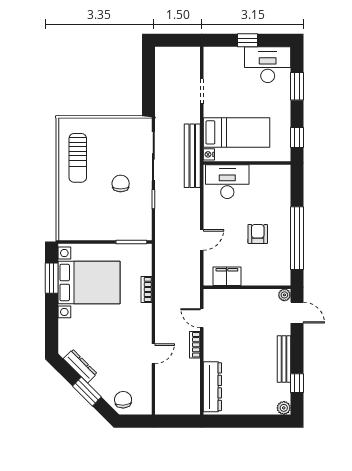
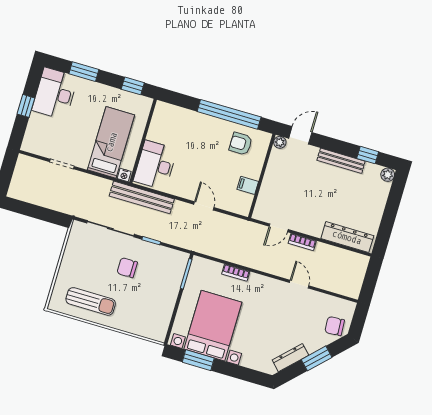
bench: (192, 156) -> (142, 197), moved
armchair: (258, 234) -> (241, 144), moved
filing cabinet: (227, 276) -> (248, 185), width x0.50

